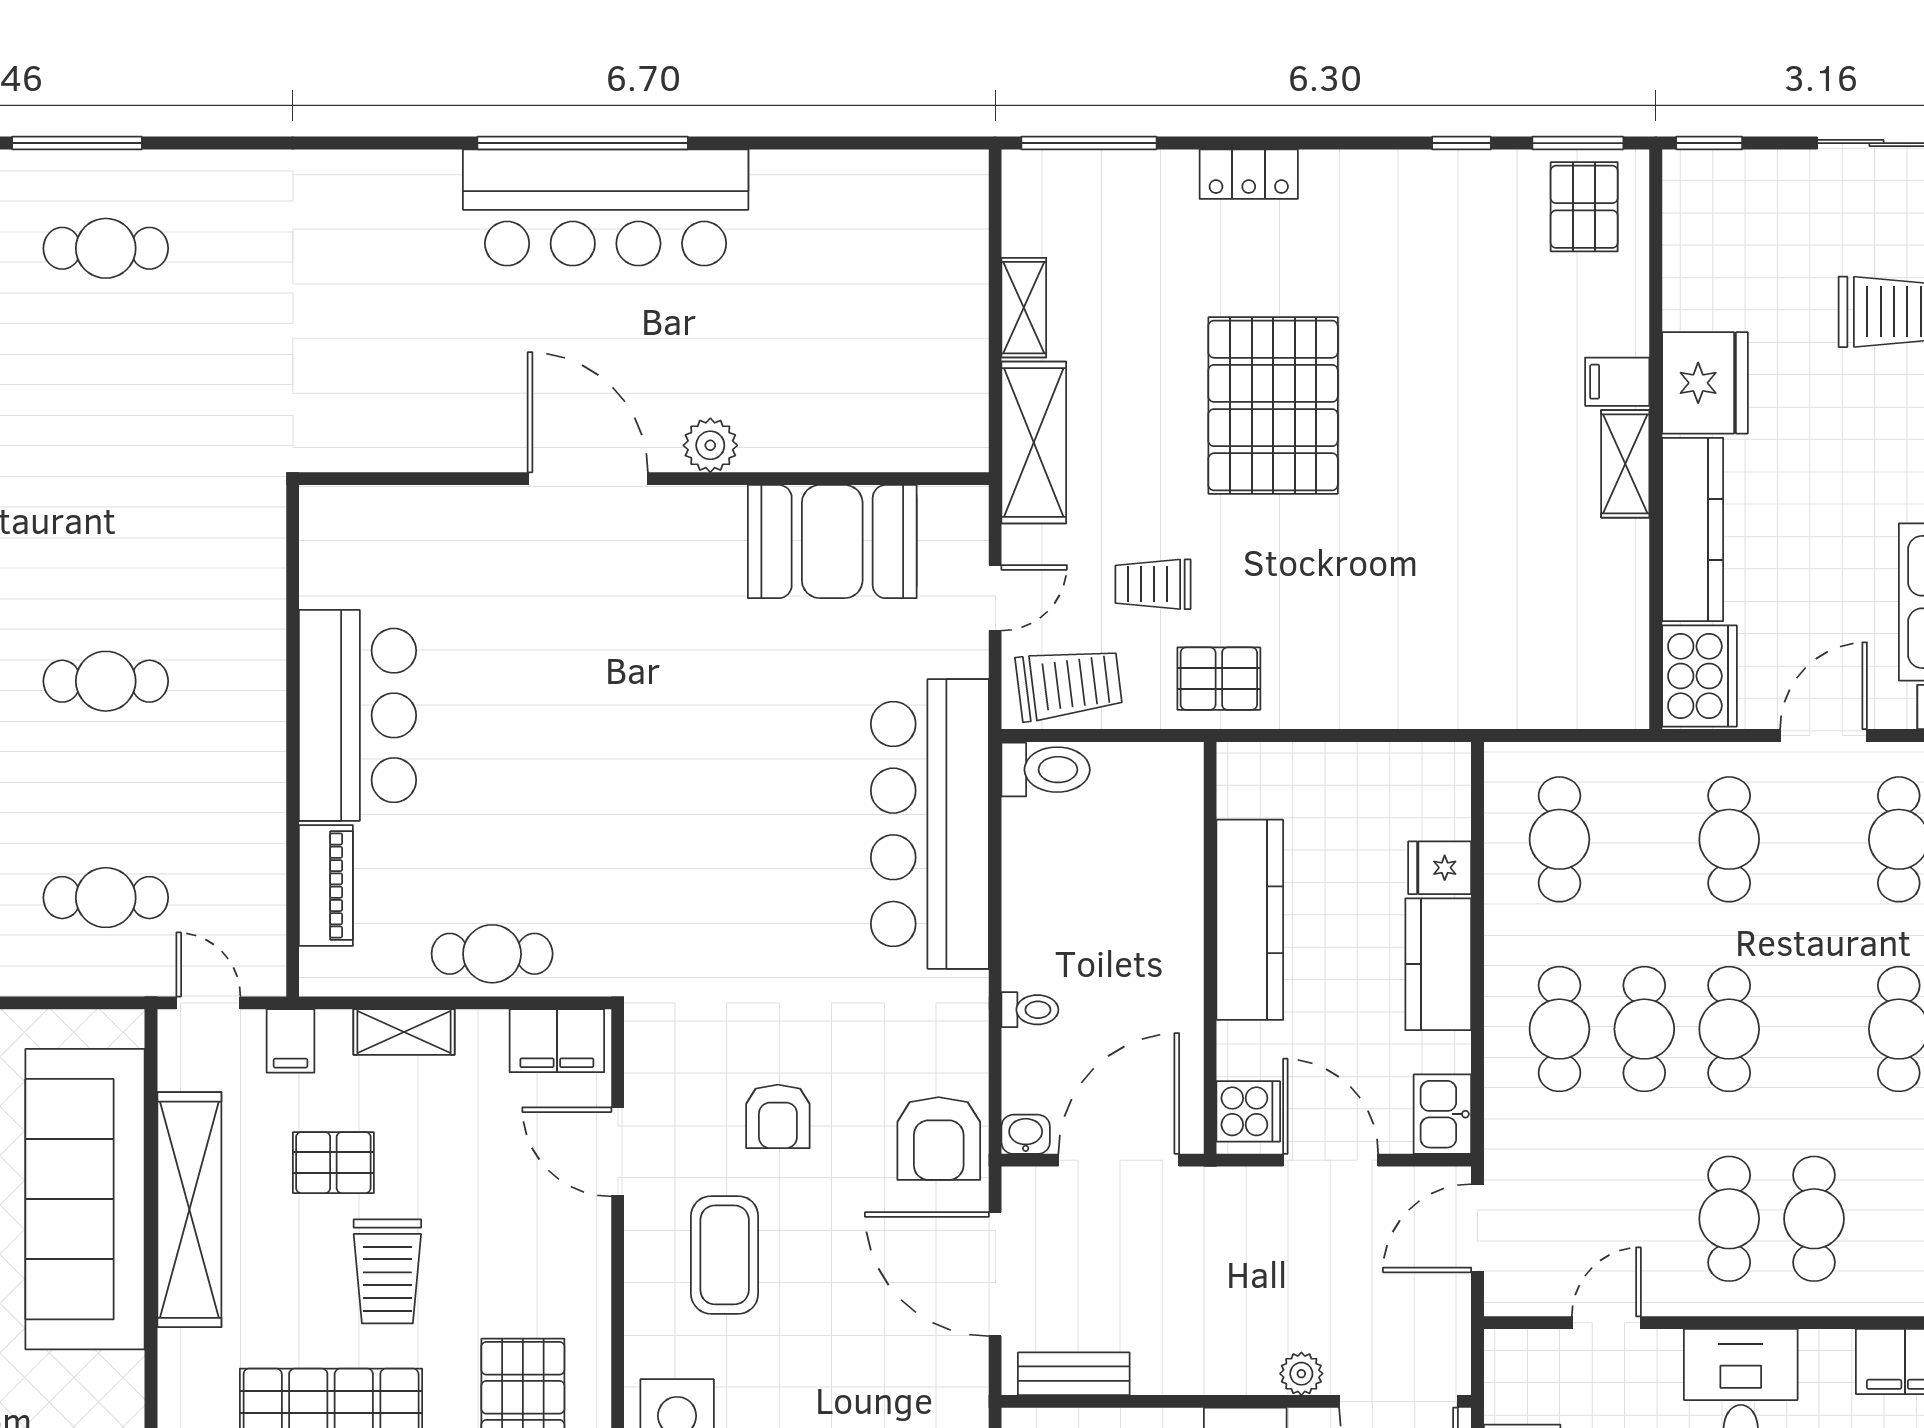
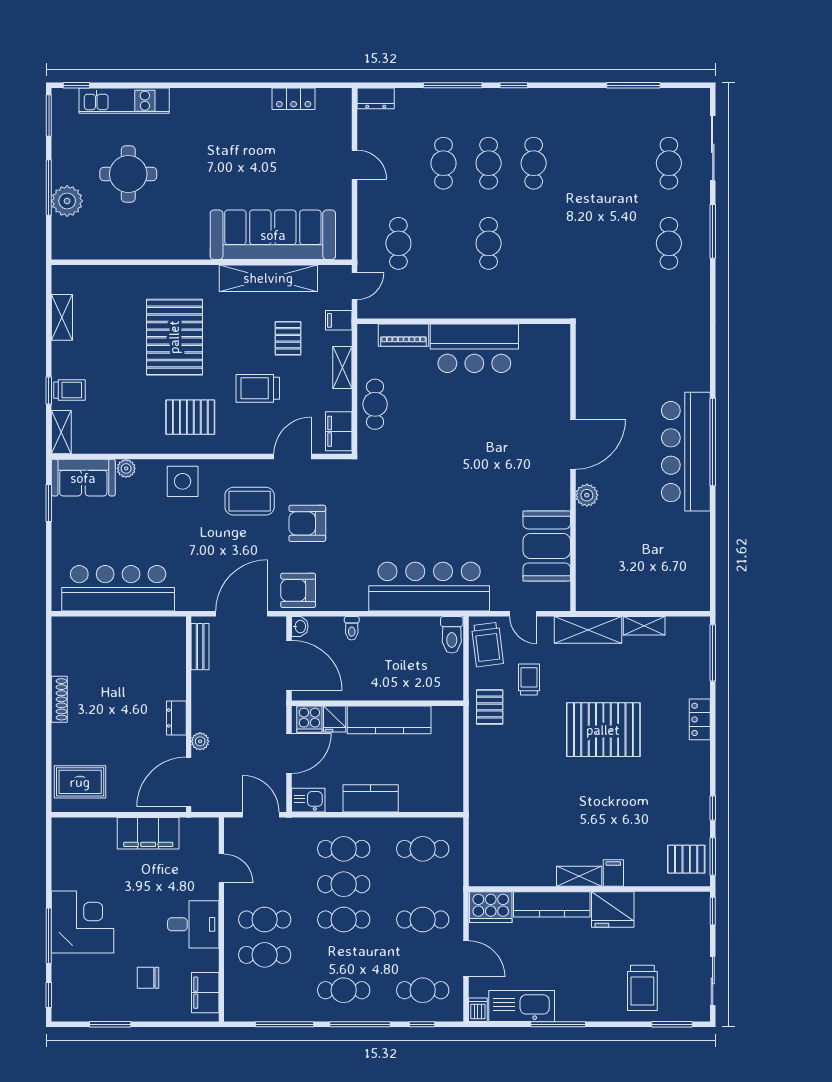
fridge: (1440, 868) -> (335, 719), moved, turned 180
armchair: (778, 1116) -> (307, 523), width x1.38, depth x1.38
trolley: (387, 1271) -> (258, 388), moved

